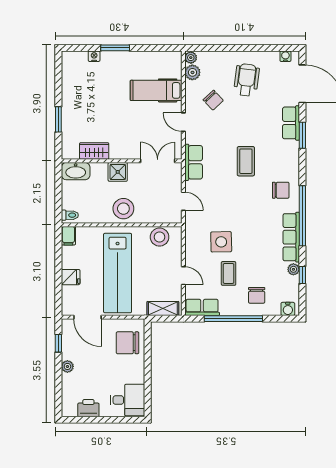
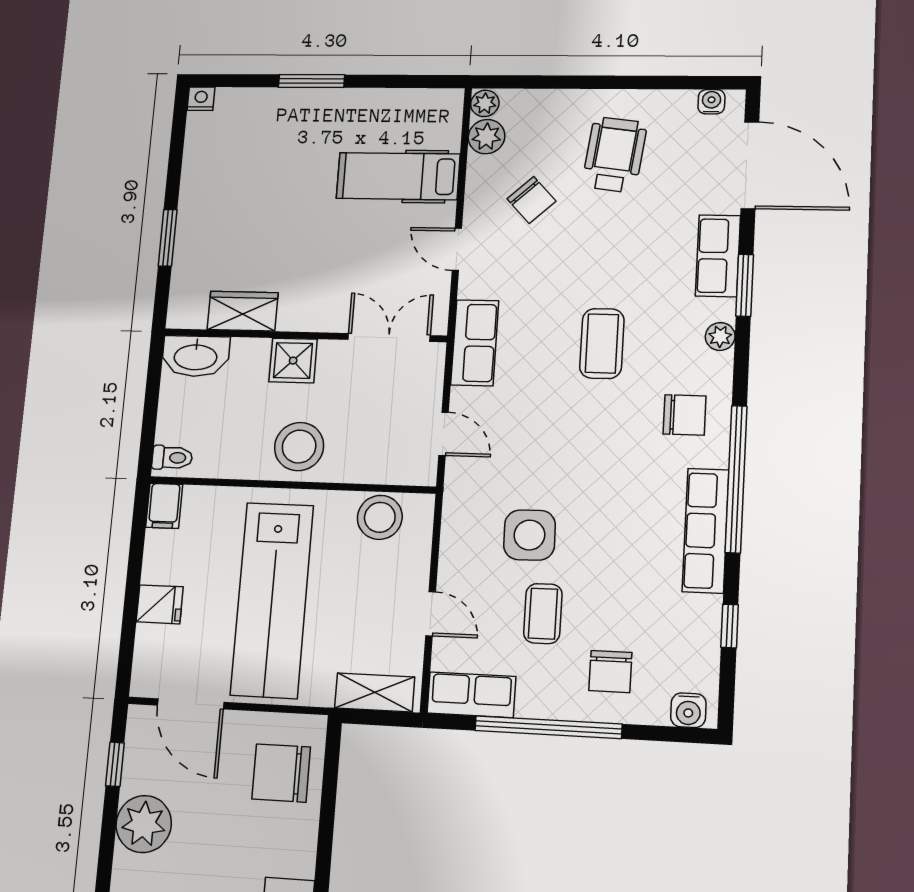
nightstand: (94, 56) -> (201, 99), moved
plant: (293, 269) -> (720, 337), moved
plant: (67, 366) -> (144, 824), width x1.88, depth x1.88

